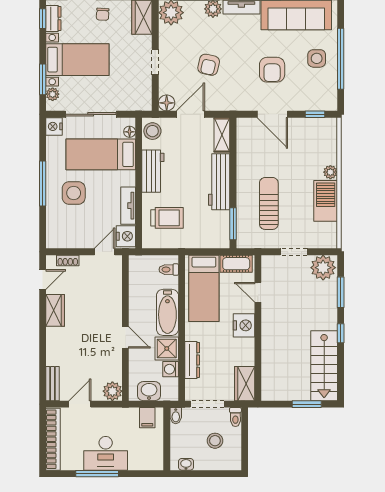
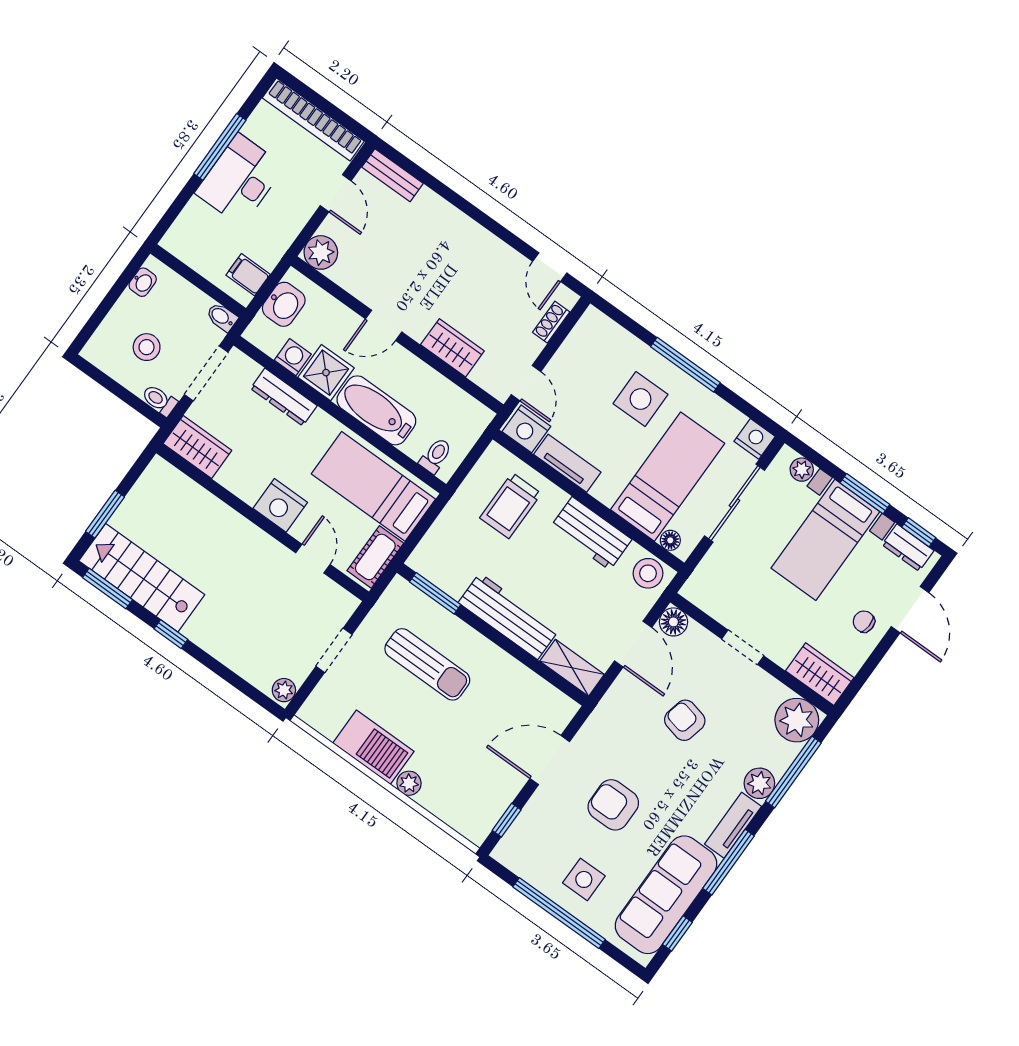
window: (43, 79) -> (865, 494), moved
plant: (323, 268) -> (284, 690), width x0.53, depth x0.53
door: (258, 292) -> (313, 559), hinge flipped
window: (341, 292) -> (107, 589), moved
wardrobe: (55, 310) -> (452, 348), moved, turned 180

